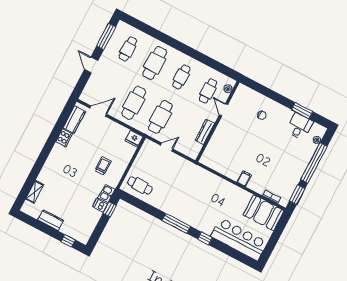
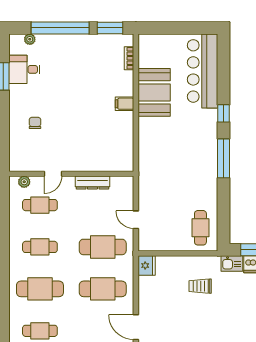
booth: (264, 213) -> (154, 92), moved

